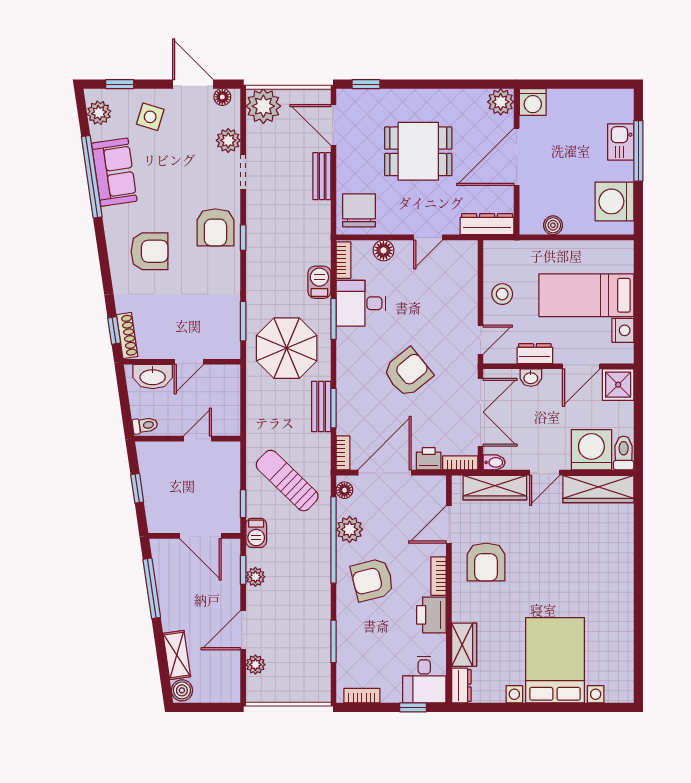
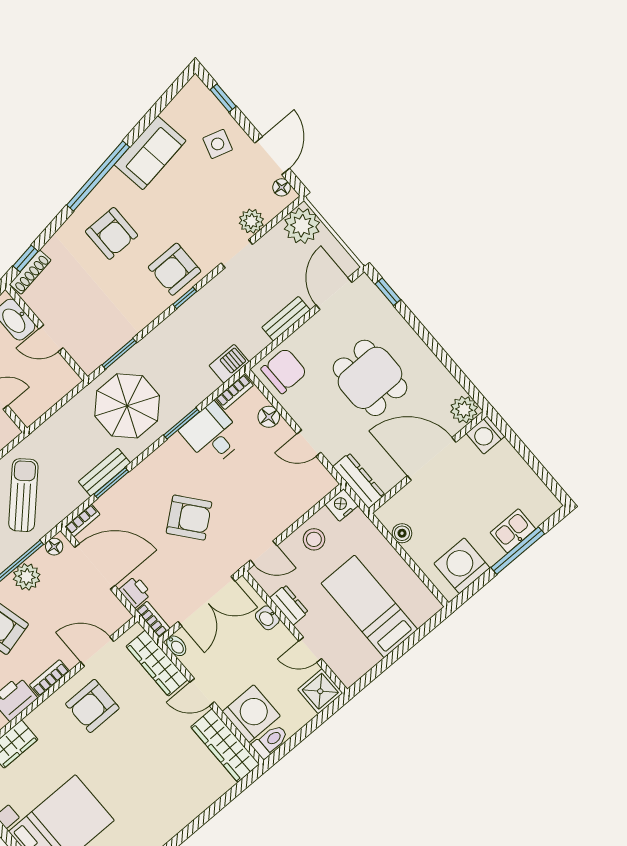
plant: (99, 113) -> (187, 101), removed
window: (92, 177) -> (98, 176), moved
barbecue: (319, 282) -> (229, 364), moved
nightstand: (623, 330) -> (342, 505), moved, turned 180
door: (581, 366) -> (310, 650), width x0.73

